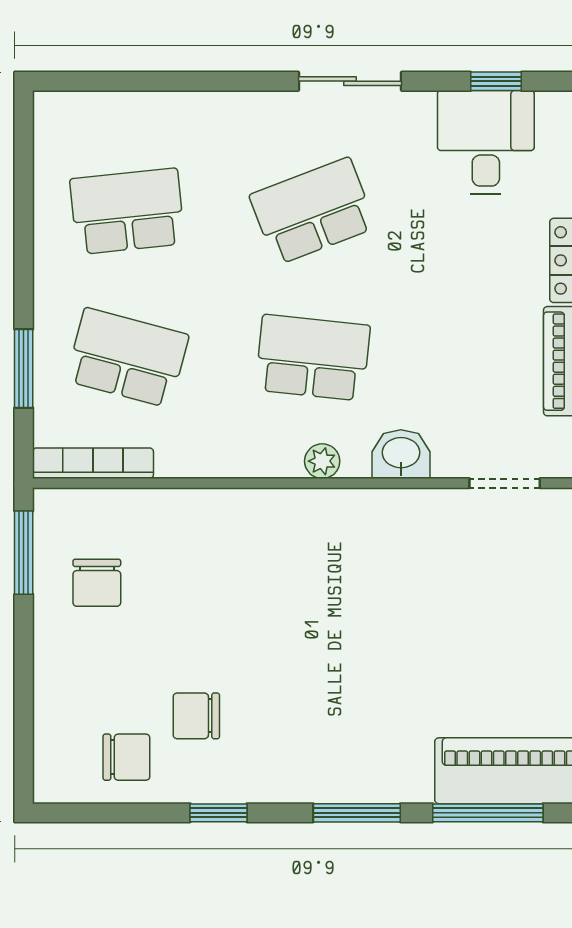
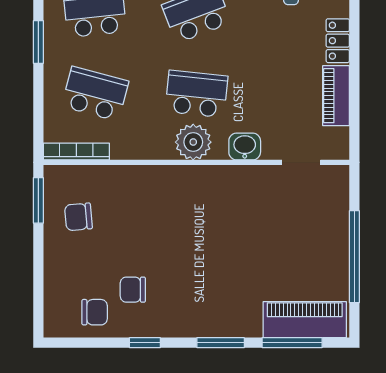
window: (24, 369) -> (38, 42), moved
plant: (322, 461) -> (193, 142), width x1.87, depth x1.87
chair: (97, 583) -> (78, 217), turned 85

